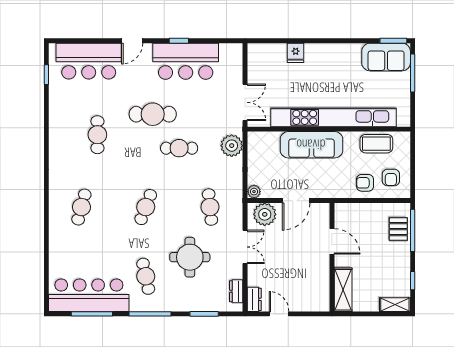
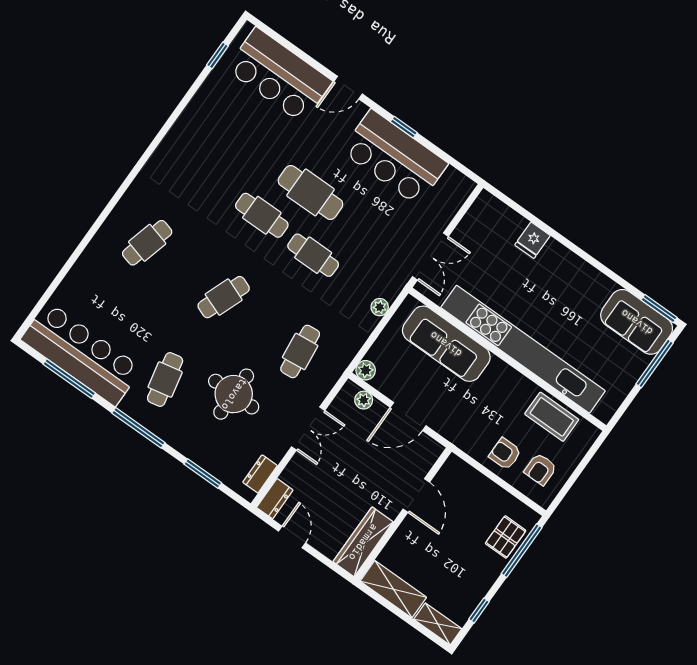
cafe table: (97, 135) -> (262, 215), moved, turned 90
sofa: (311, 145) -> (446, 344), moved
plant: (232, 146) -> (380, 307), width x0.53, depth x0.53
plant: (265, 214) -> (364, 400), width x0.53, depth x0.53
wardrobe: (321, 288) -> (363, 542), added
shelving: (343, 290) -> (393, 589), moved, turned 90

